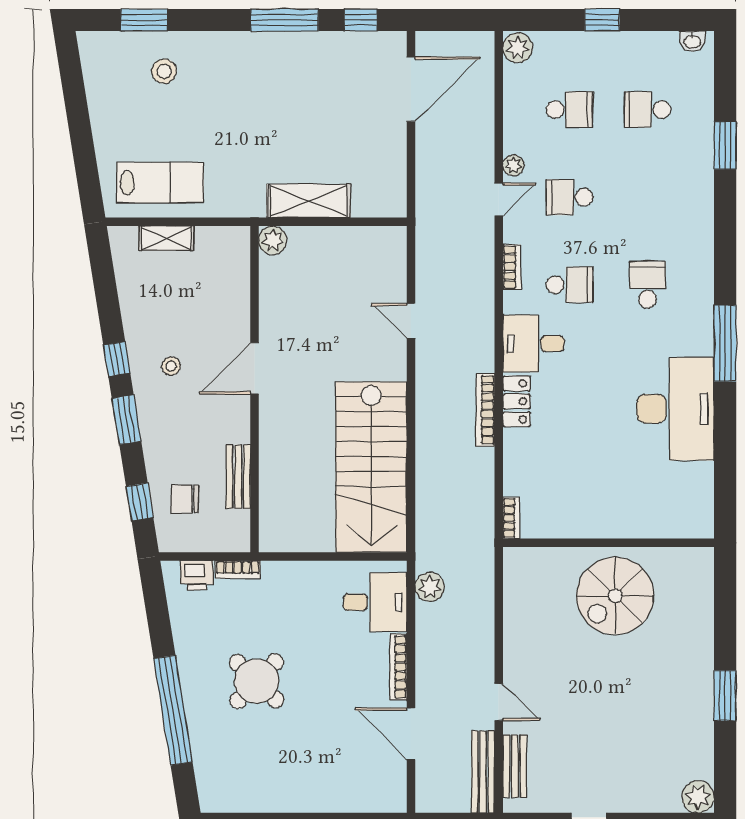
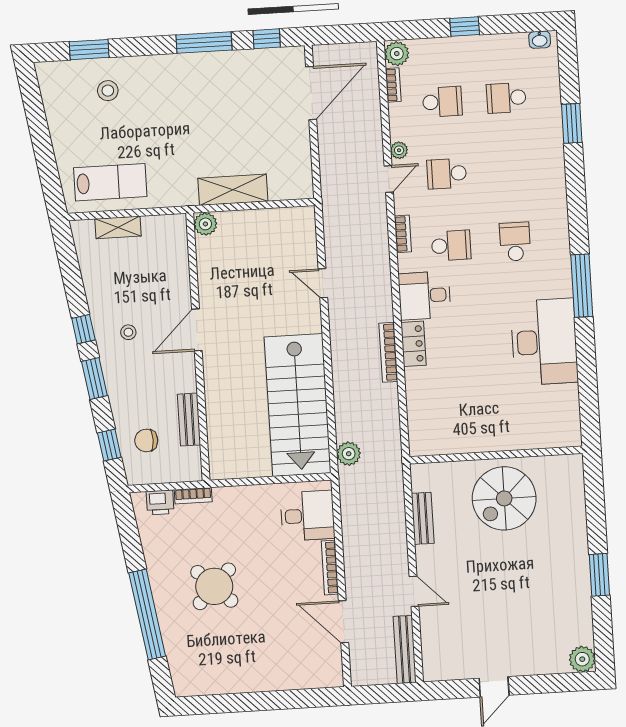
bookcase: (511, 518) -> (393, 85), moved
plant: (430, 587) -> (349, 454), moved
bench: (515, 766) -> (423, 518), moved

